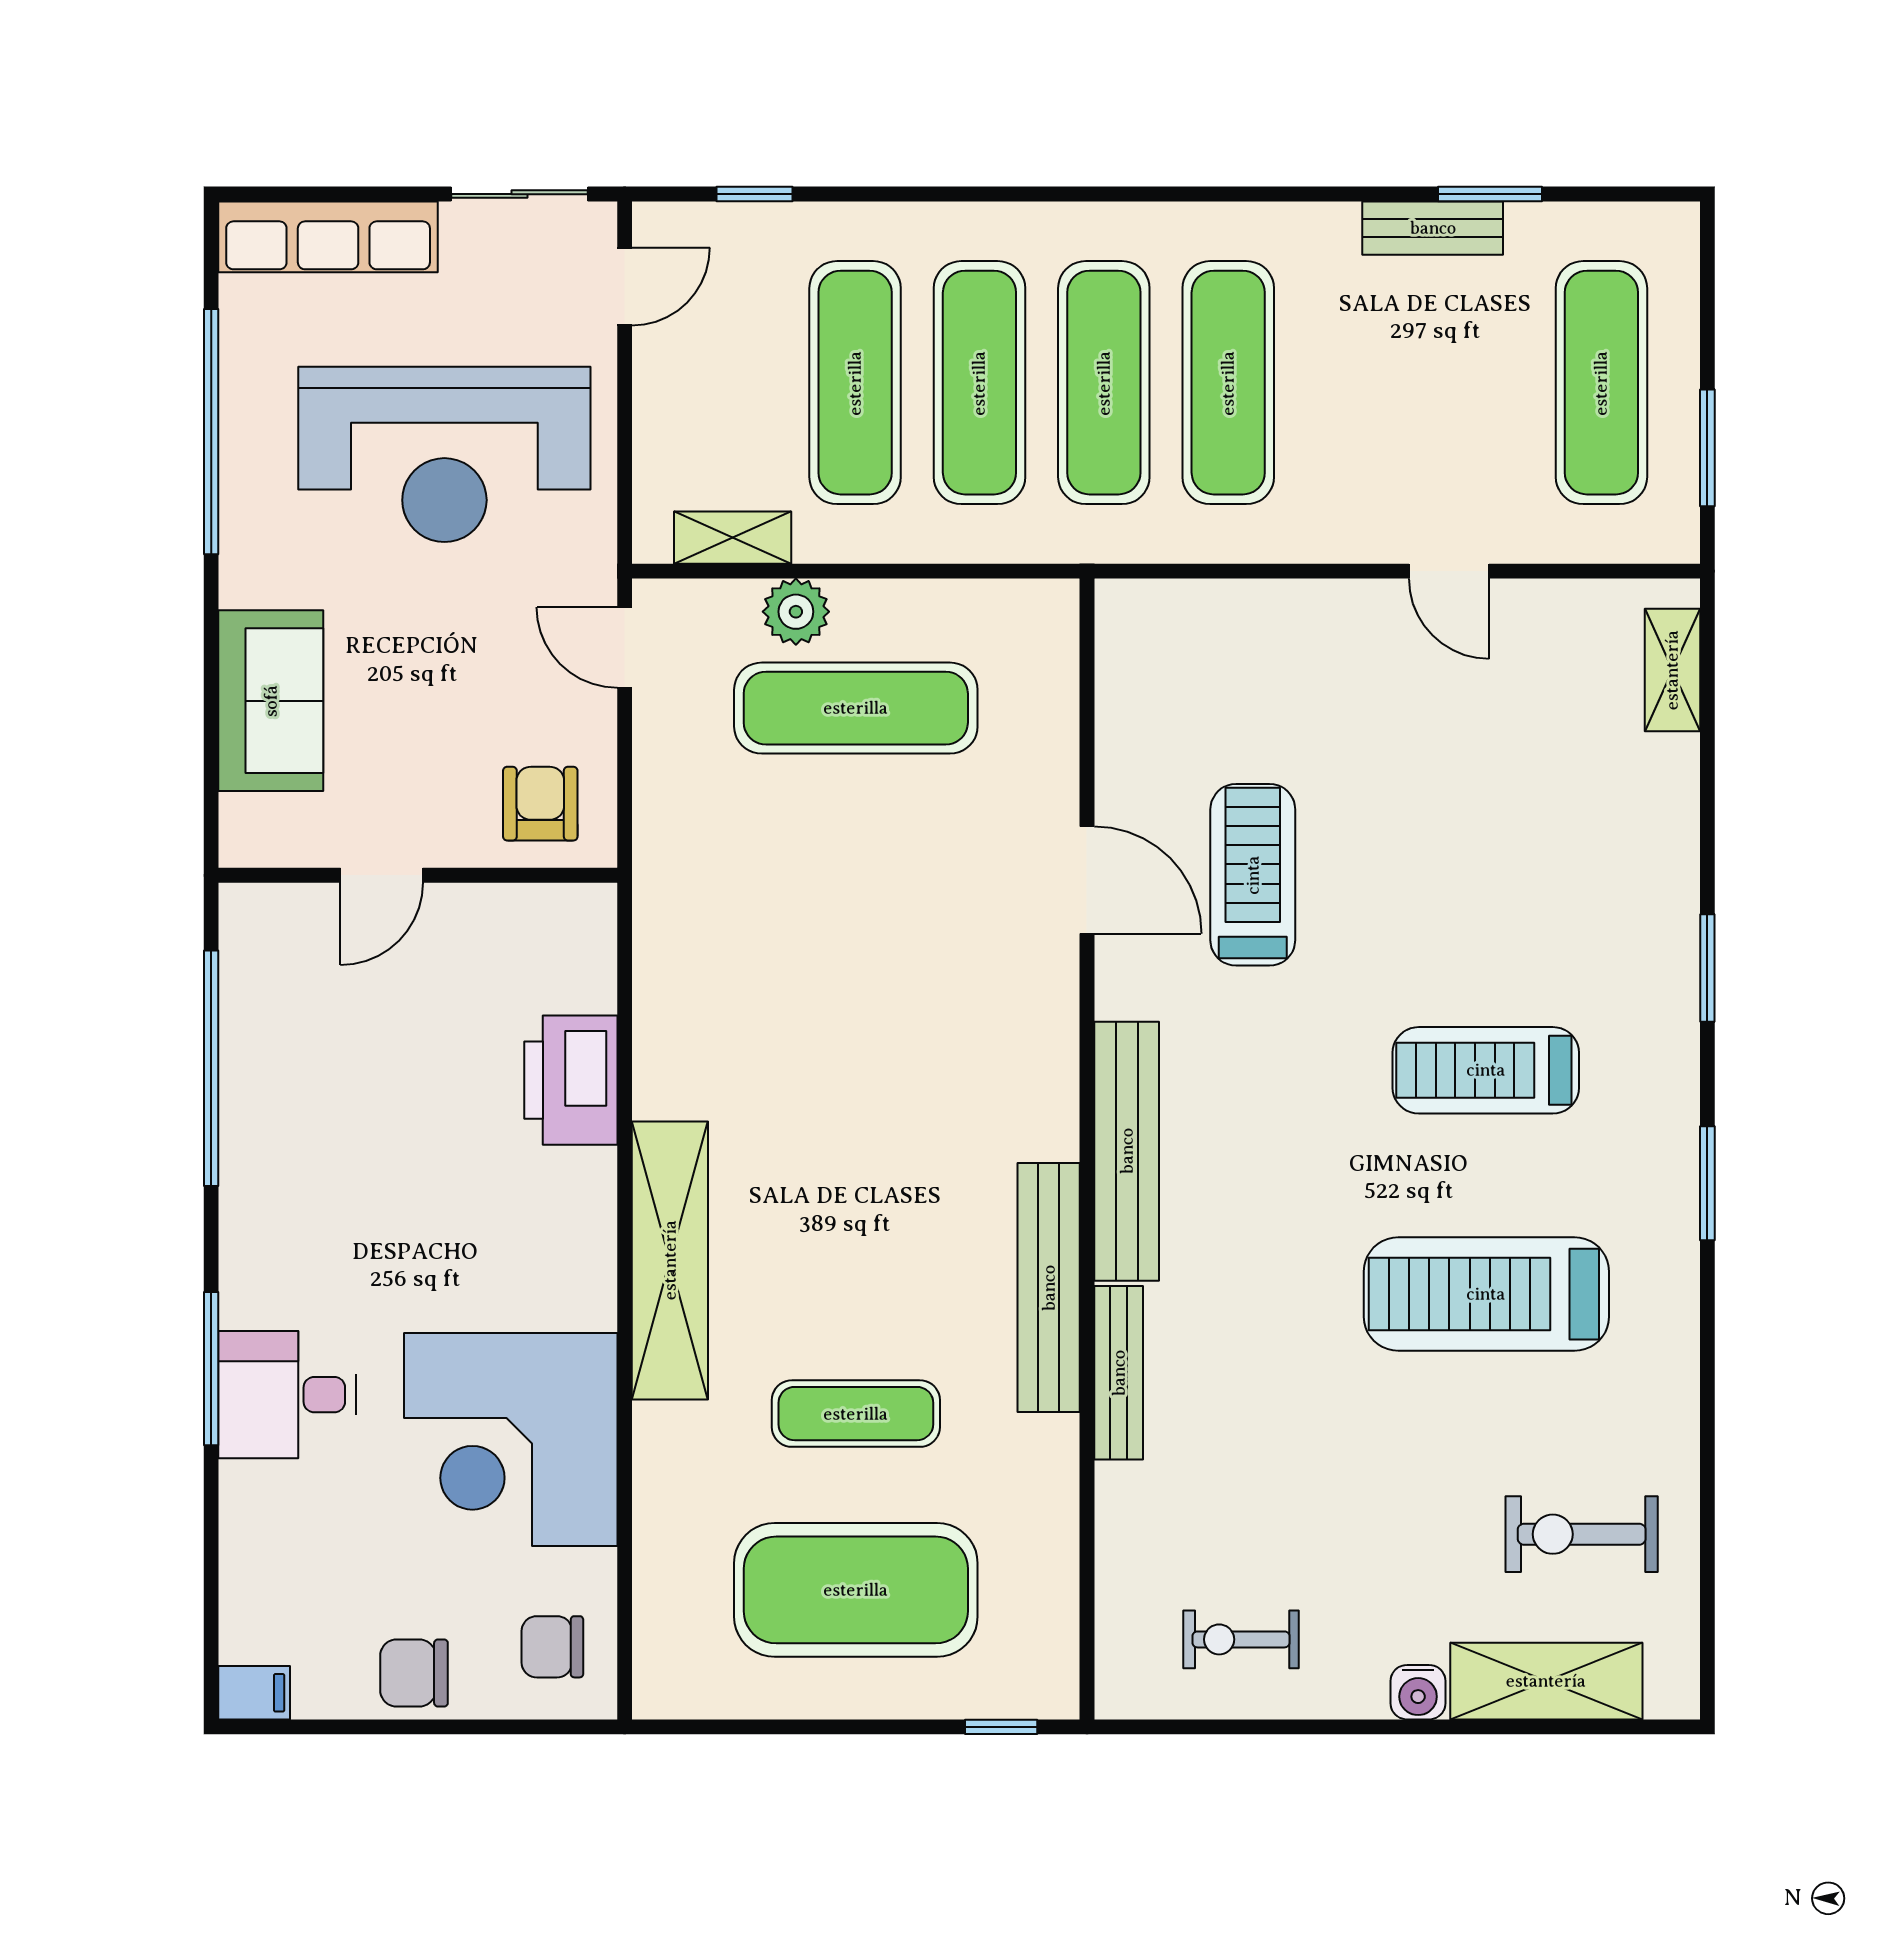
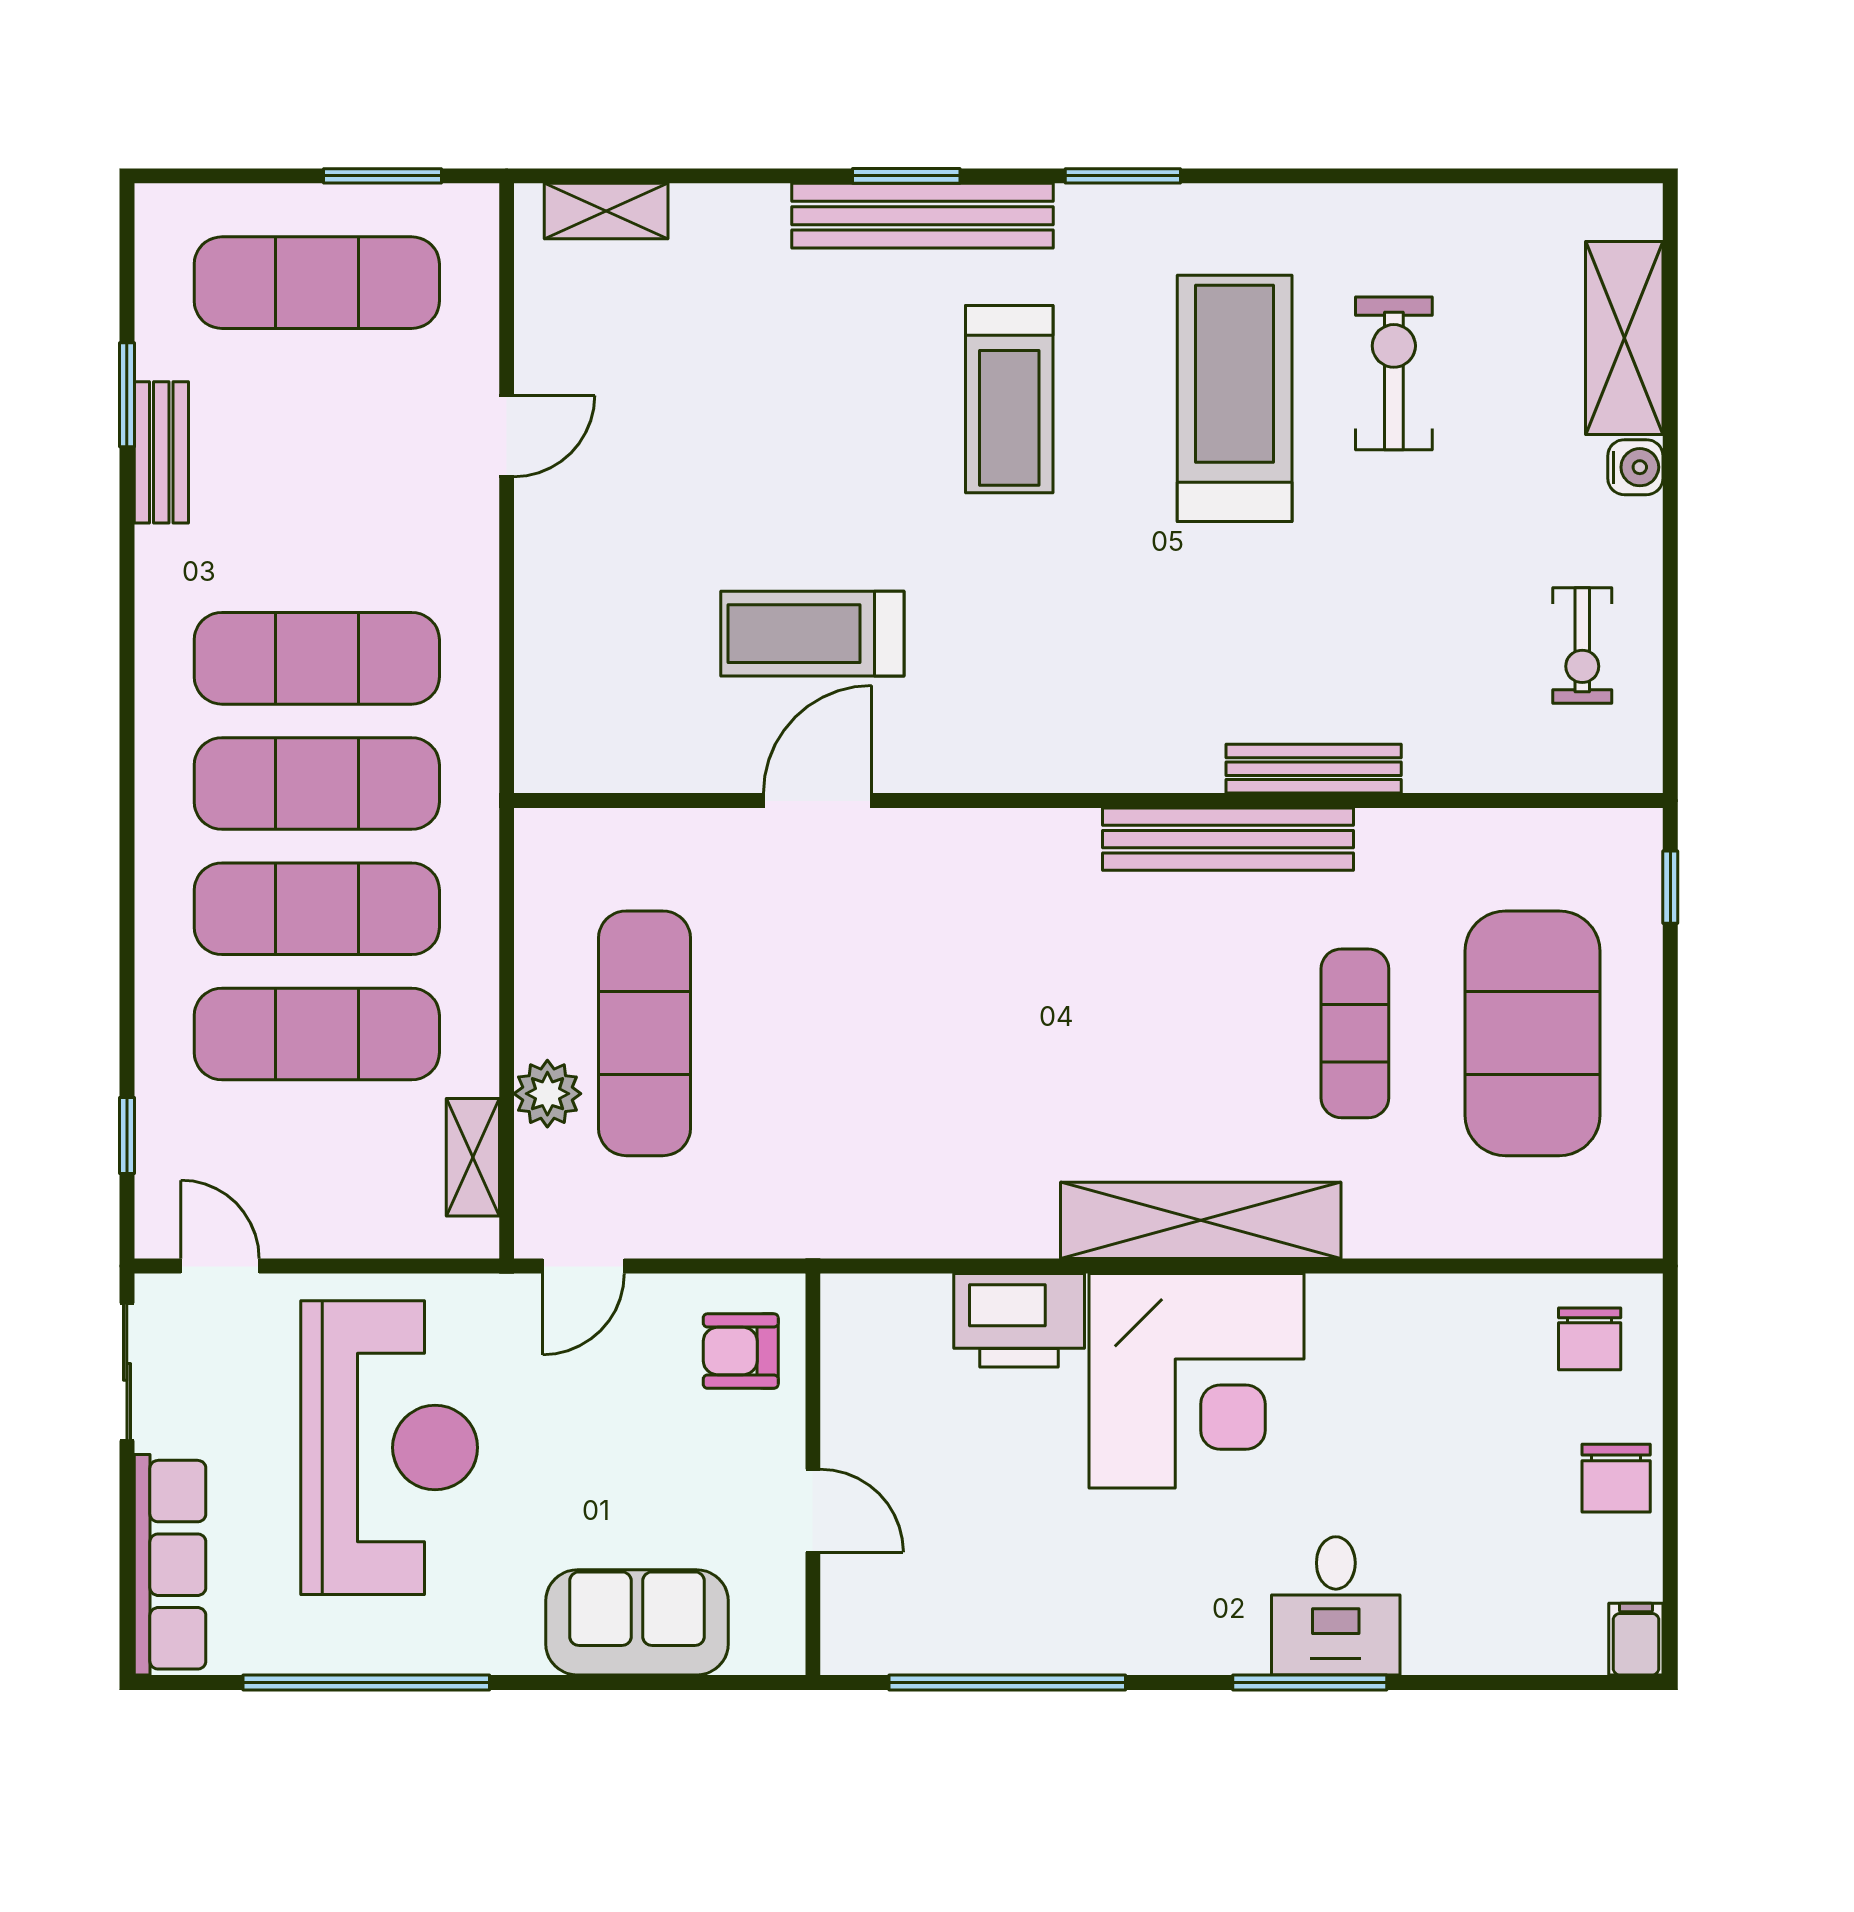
bench: (1127, 1151) -> (922, 216), moved
treadmill: (1486, 1294) -> (1235, 398), turned 180
corner desk: (511, 1439) -> (1196, 1381), moved
exercise bike: (1582, 1534) -> (1394, 373), moved, turned 180

